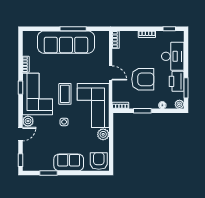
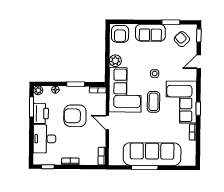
plant: (28, 121) -> (191, 75), removed
armchair: (37, 156) -> (182, 39), added

